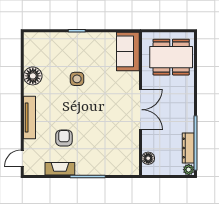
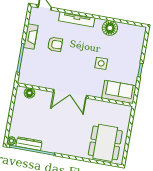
sofa: (128, 51) -> (119, 92), moved
wall: (140, 104) -> (75, 95), moved
double door: (140, 110) -> (70, 94), moved
floor lamp: (148, 158) -> (30, 93), moved

